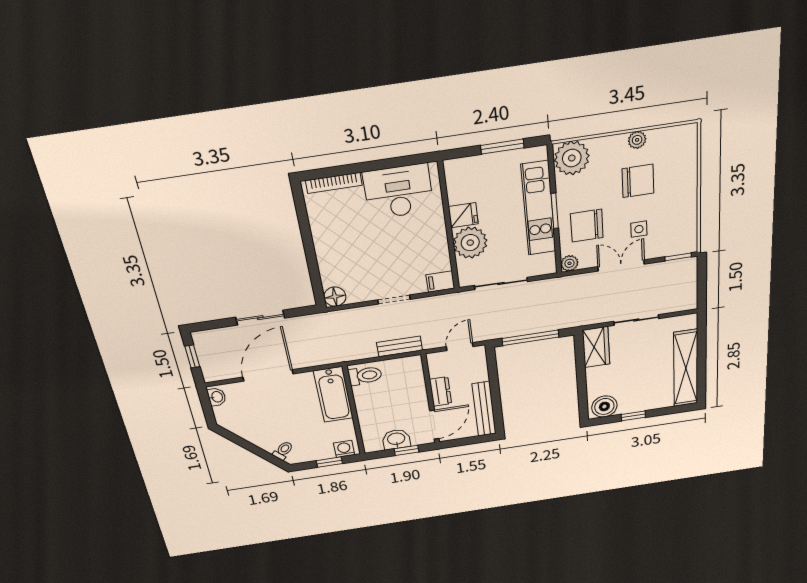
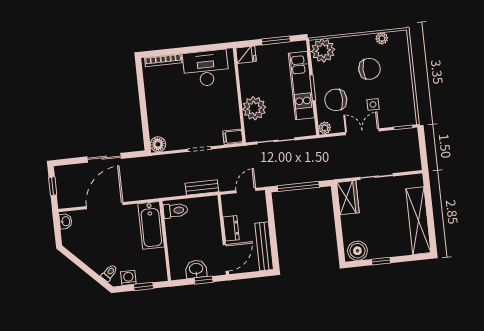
plant: (637, 140) -> (382, 38), moved
fridge: (463, 215) -> (246, 55), moved
washing machine: (344, 449) -> (128, 278), moved

